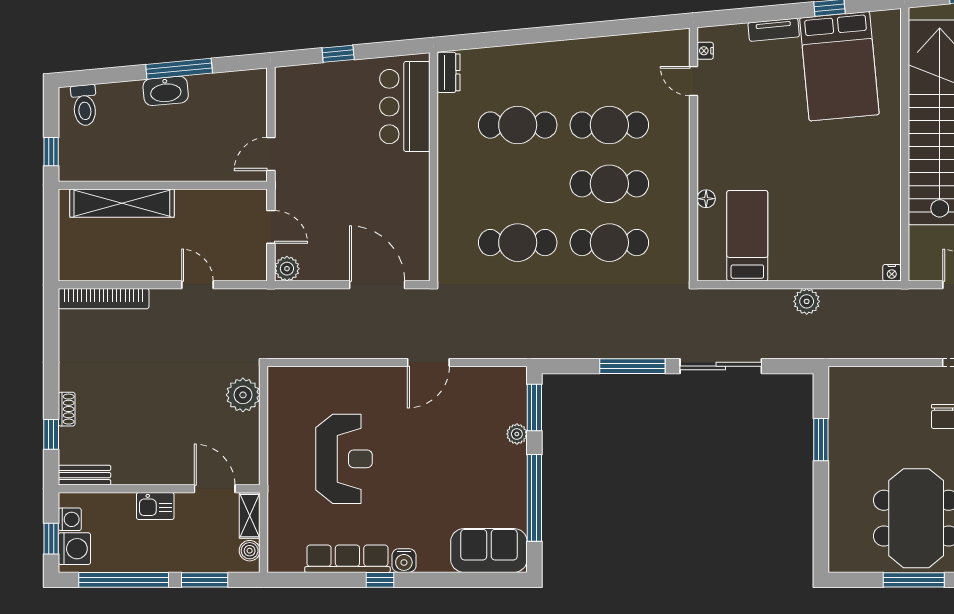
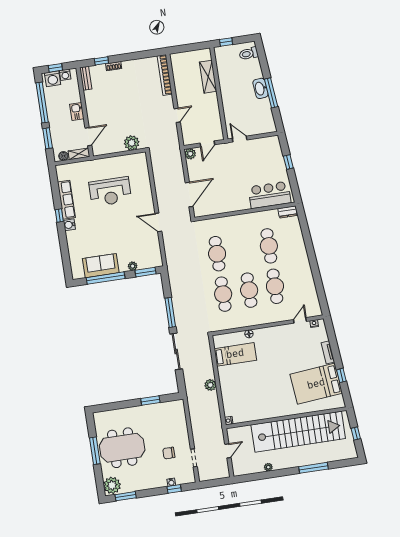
shelving: (122, 203) -> (208, 77), width x0.68
sofa: (489, 550) -> (101, 266), moved, turned -90

